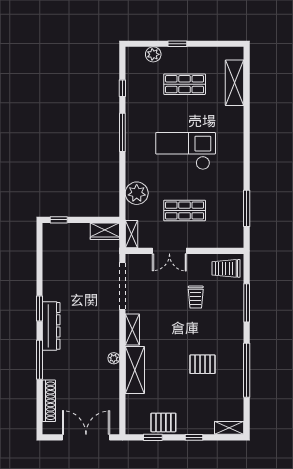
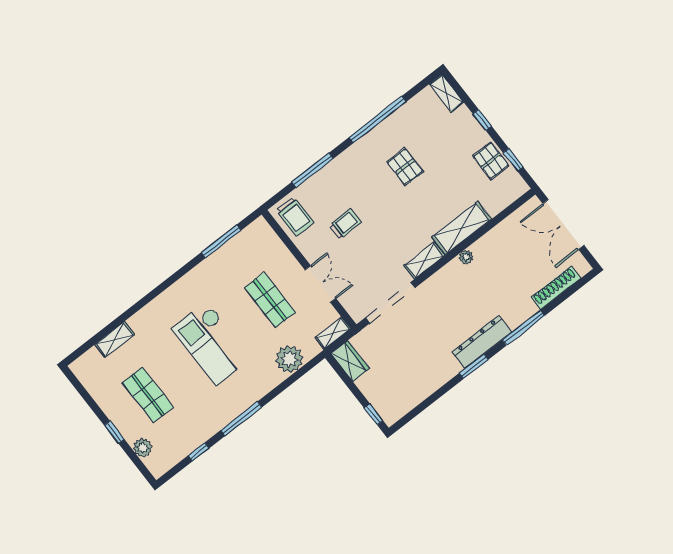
shelving: (235, 83) -> (115, 340), width x0.67, depth x0.75

